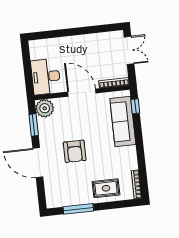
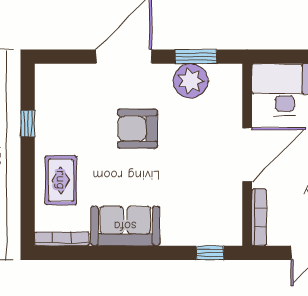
plant: (45, 108) -> (191, 81), moved
sofa: (123, 122) -> (125, 226), moved, width x0.73
window: (78, 209) -> (28, 124), width x0.46

